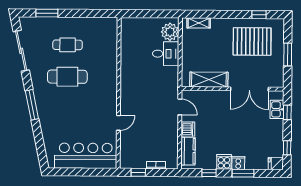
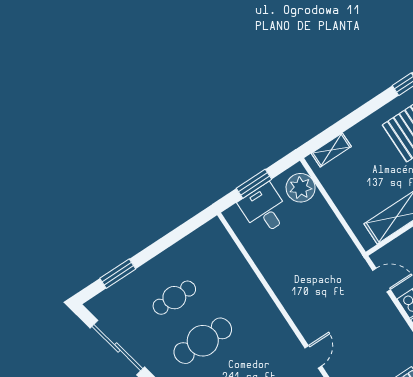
window: (148, 14) -> (254, 184), added
desk: (166, 54) -> (264, 209), moved, turned -90

